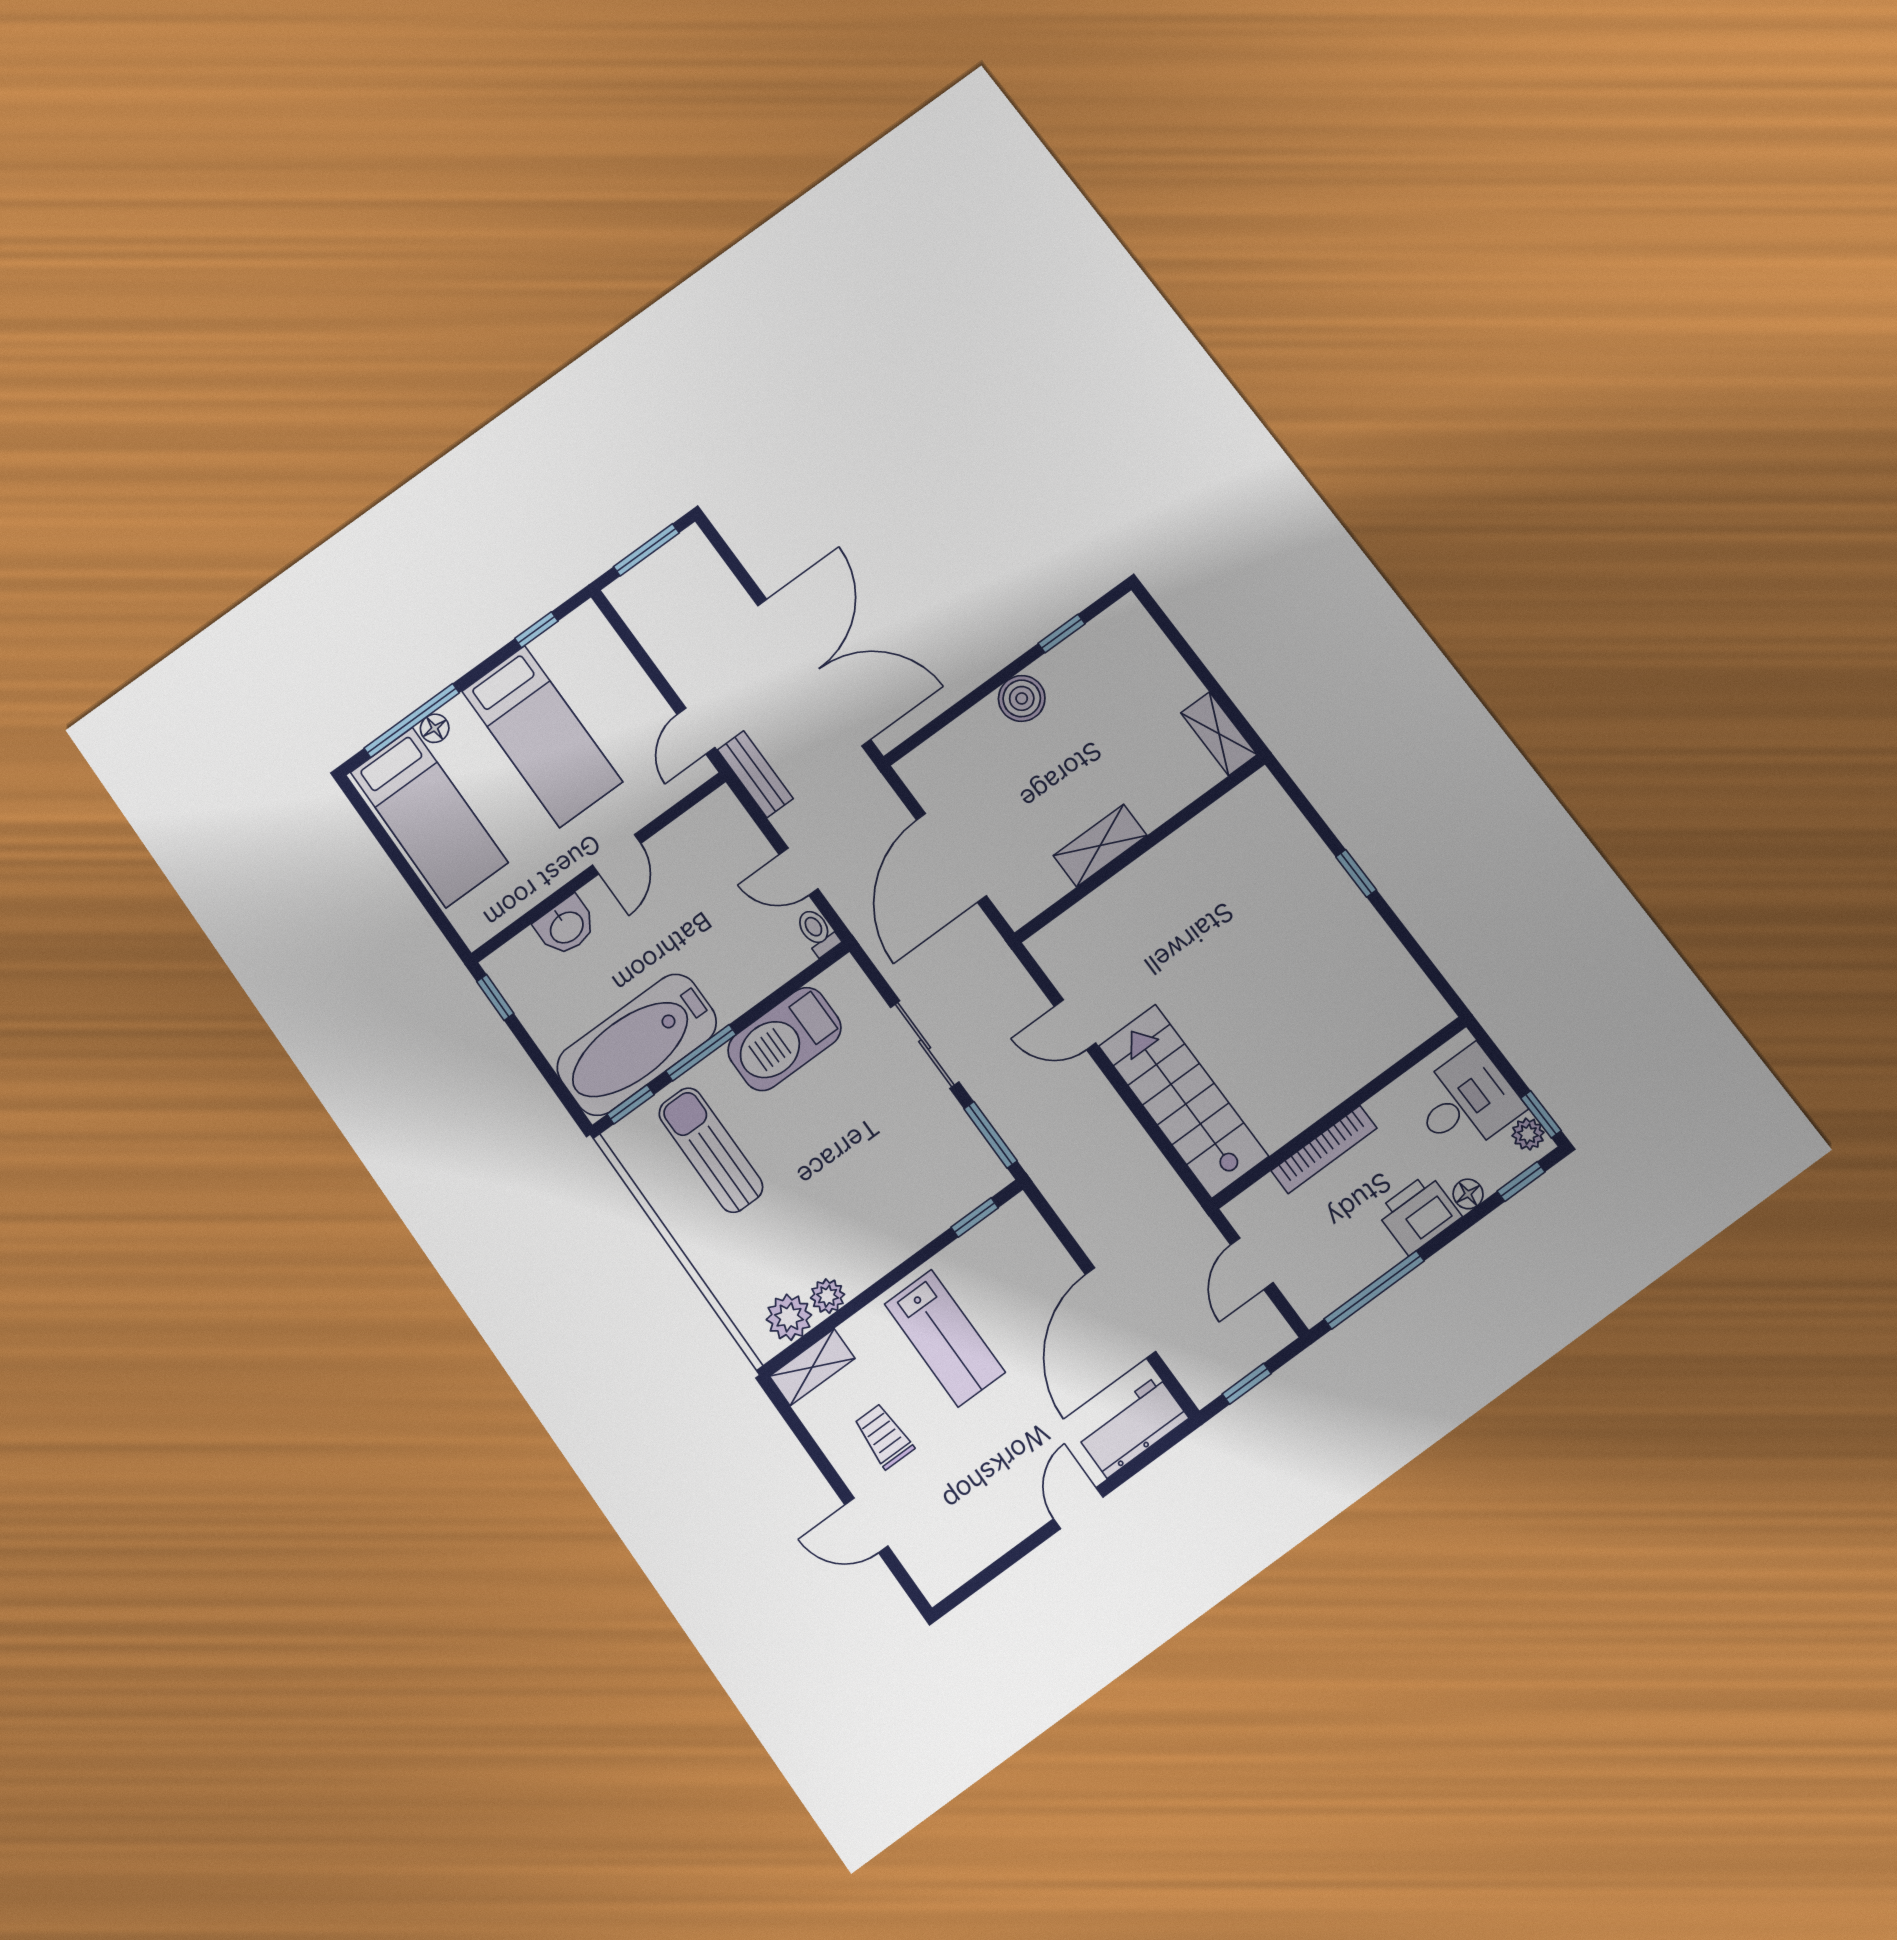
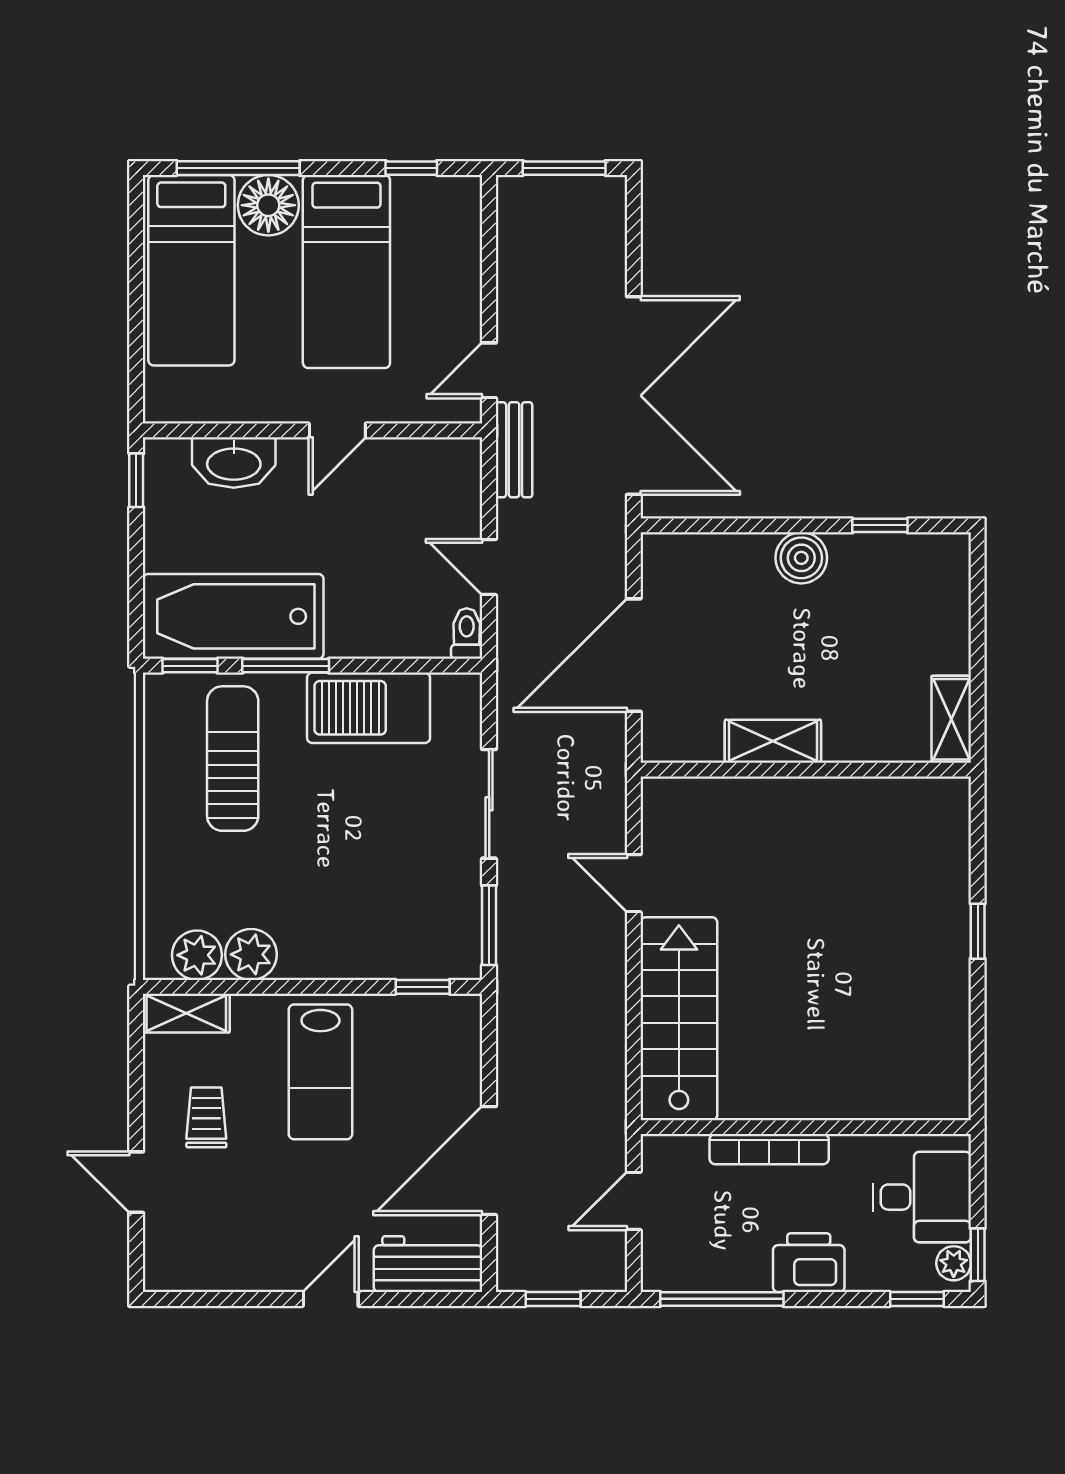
floor lamp: (435, 728) -> (268, 205), width x1.89, depth x1.89
washbasin: (566, 926) -> (234, 463), width x1.38
floor lamp: (1468, 1194) -> (864, 1277), removed
plant: (828, 1296) -> (251, 954), width x1.38, depth x1.38

